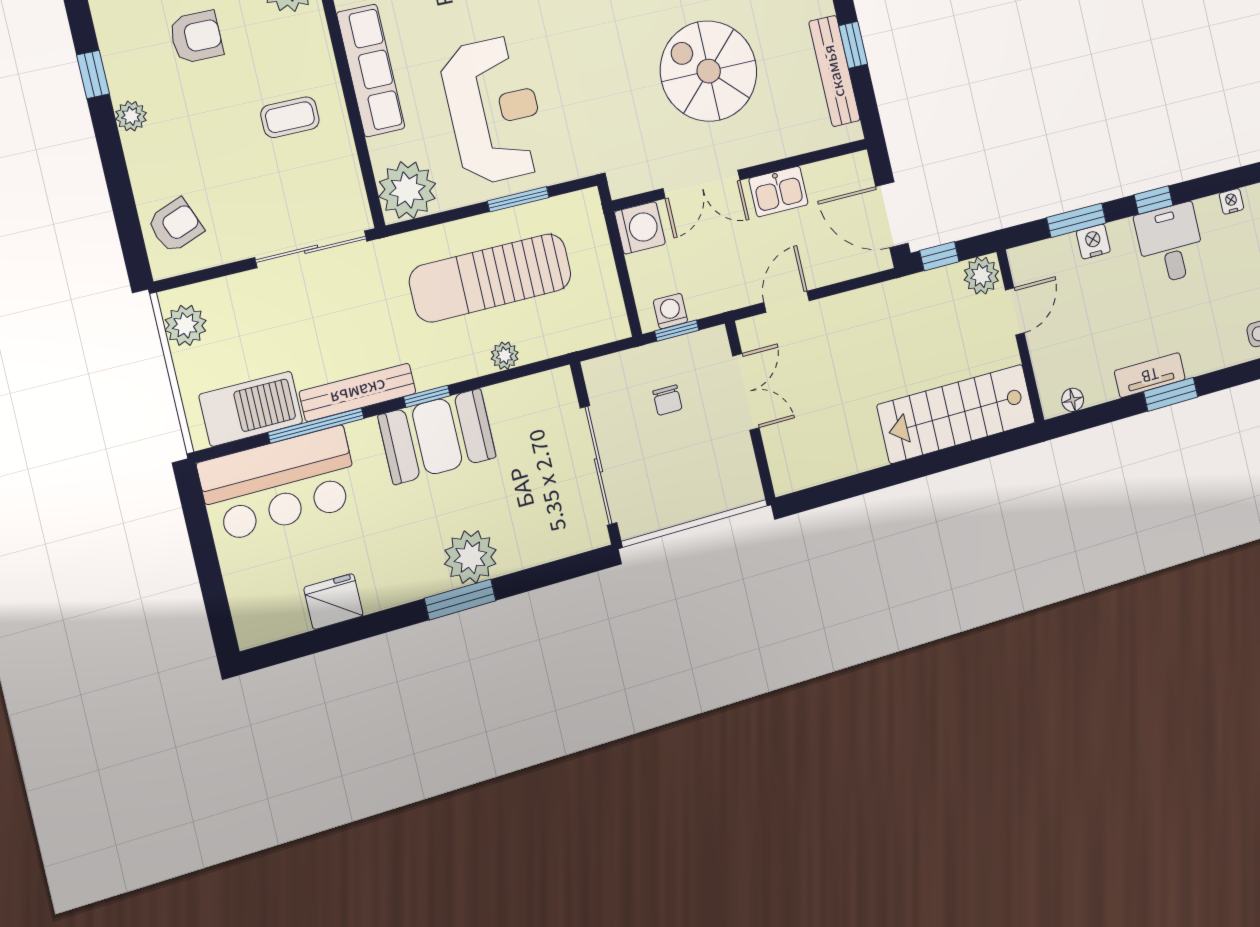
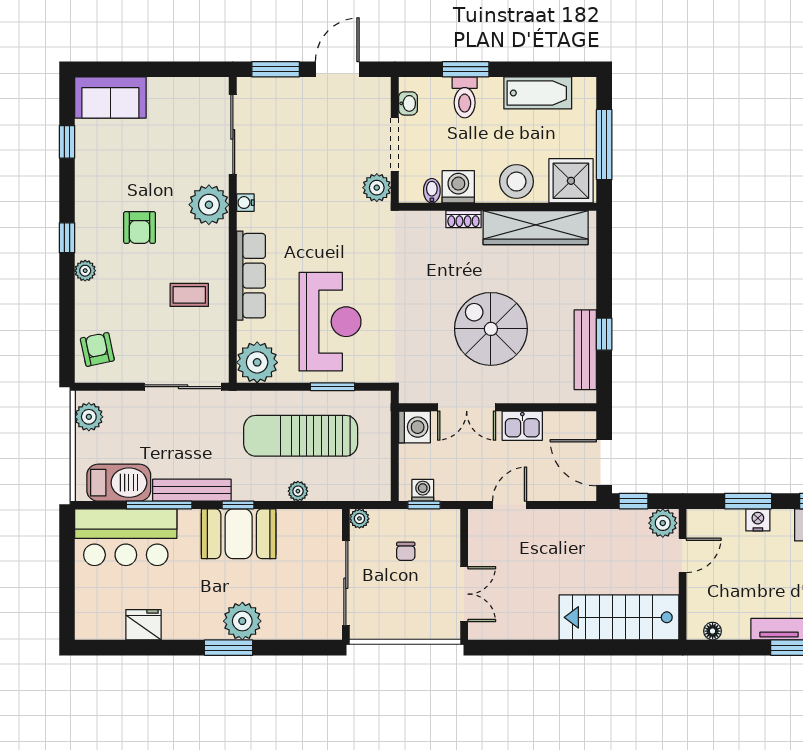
armchair: (196, 37) -> (140, 228), turned 90
armchair: (175, 225) -> (97, 349), turned -81
plant: (596, 372) -> (359, 519), added
double door: (746, 392) -> (464, 594), moved

